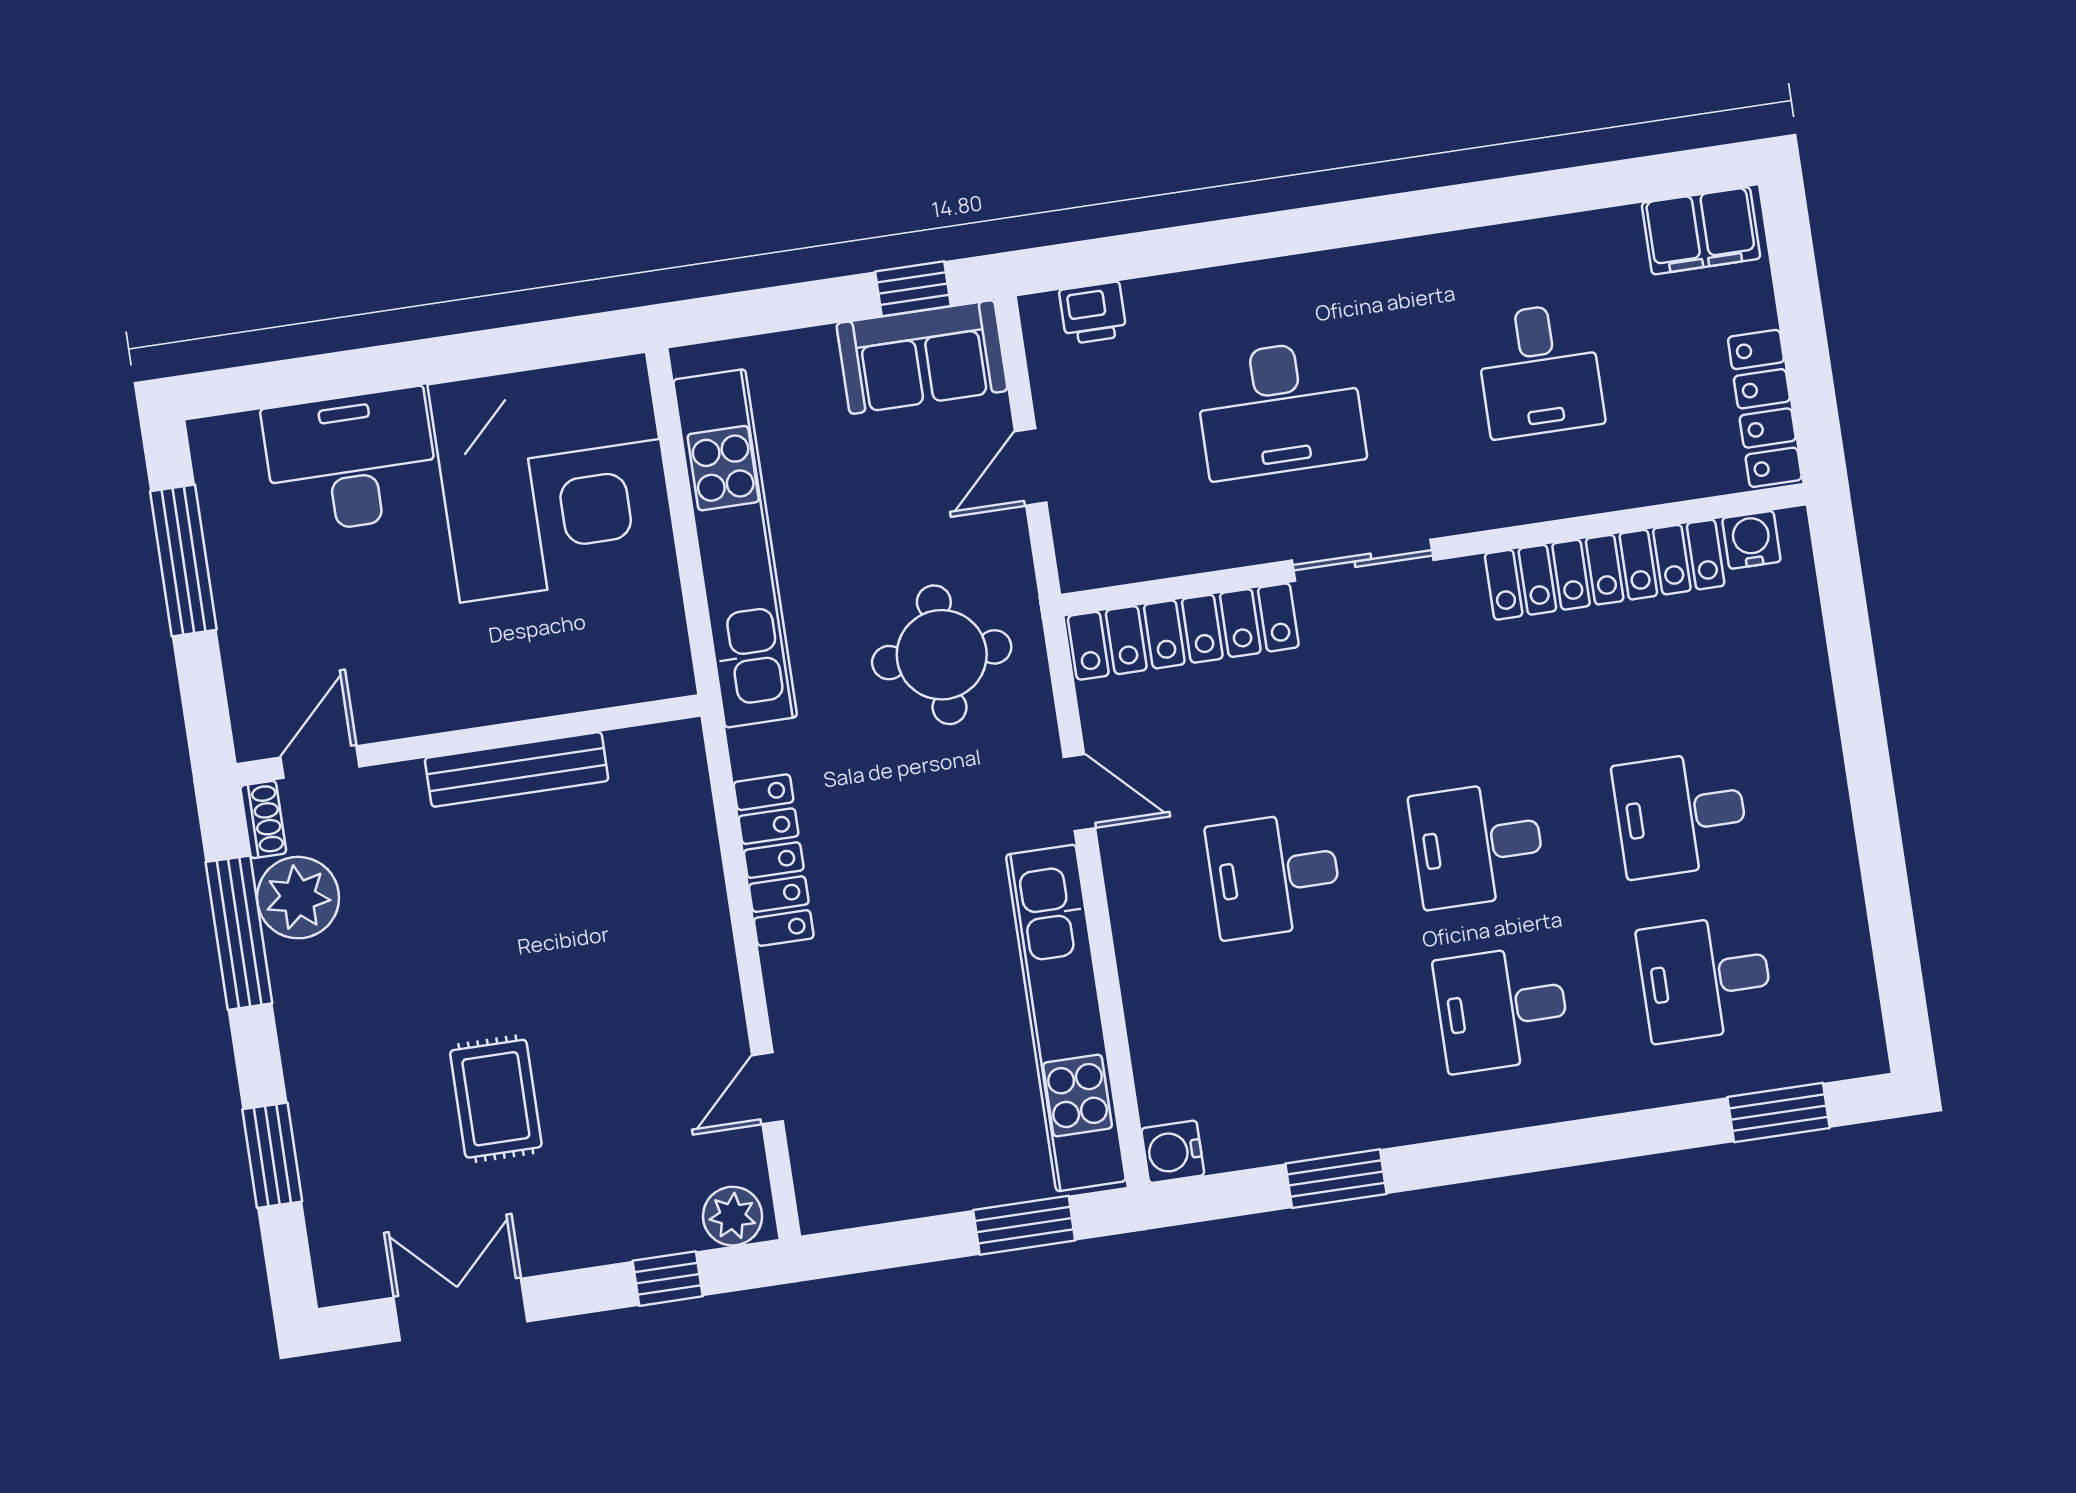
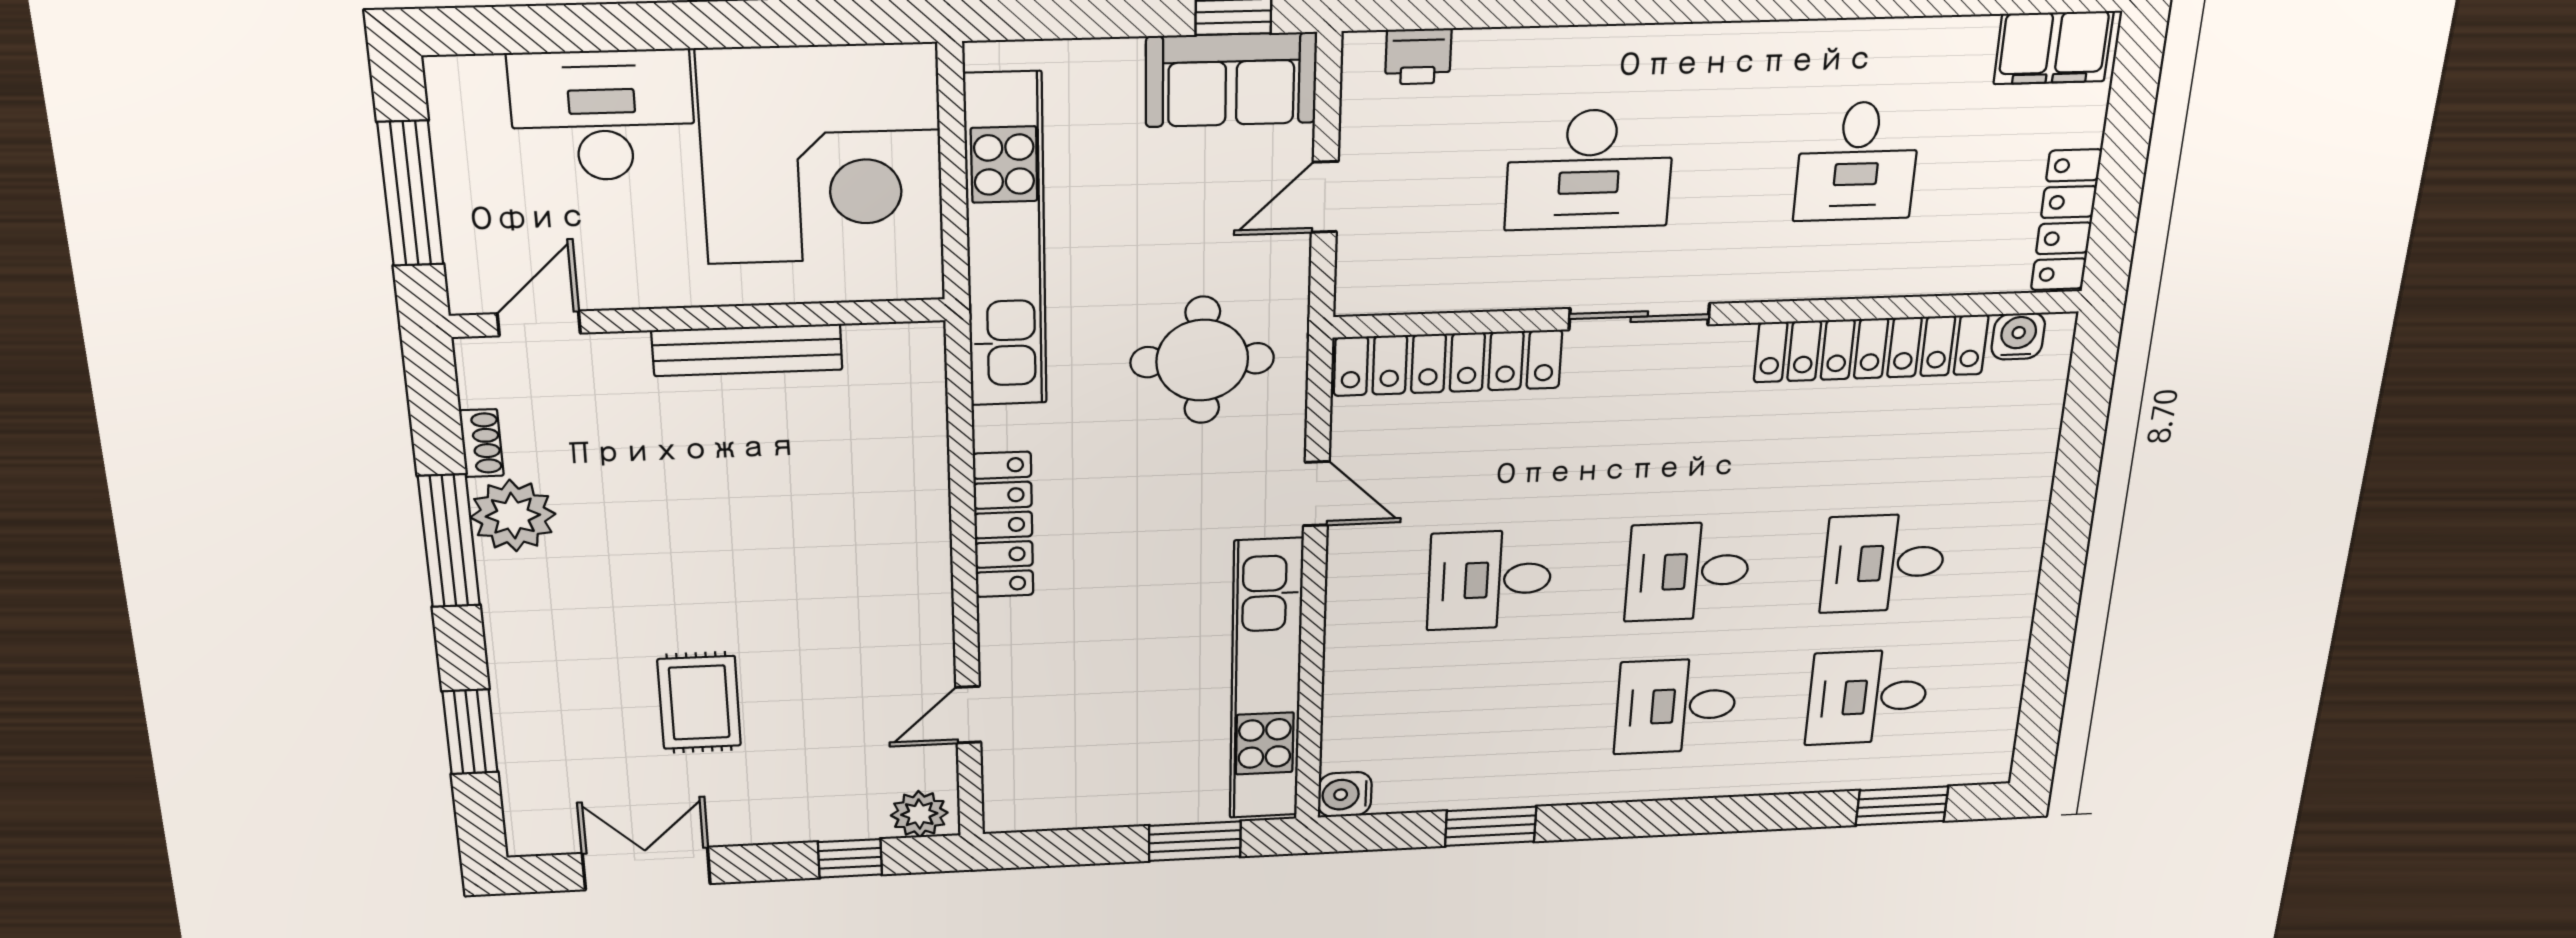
wall: (469, 740) -> (699, 318), moved
door: (320, 762) -> (539, 323), moved
bench: (517, 769) -> (747, 350), moved

